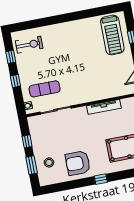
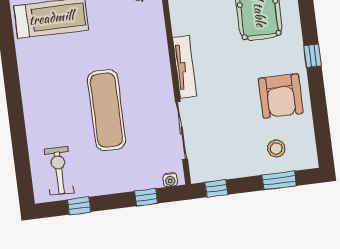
window: (15, 81) -> (146, 197), moved
exercise mat: (45, 89) -> (106, 110), moved, width x1.36, depth x1.45
tv unit: (104, 107) -> (185, 67), moved
window: (27, 141) -> (216, 188), moved

